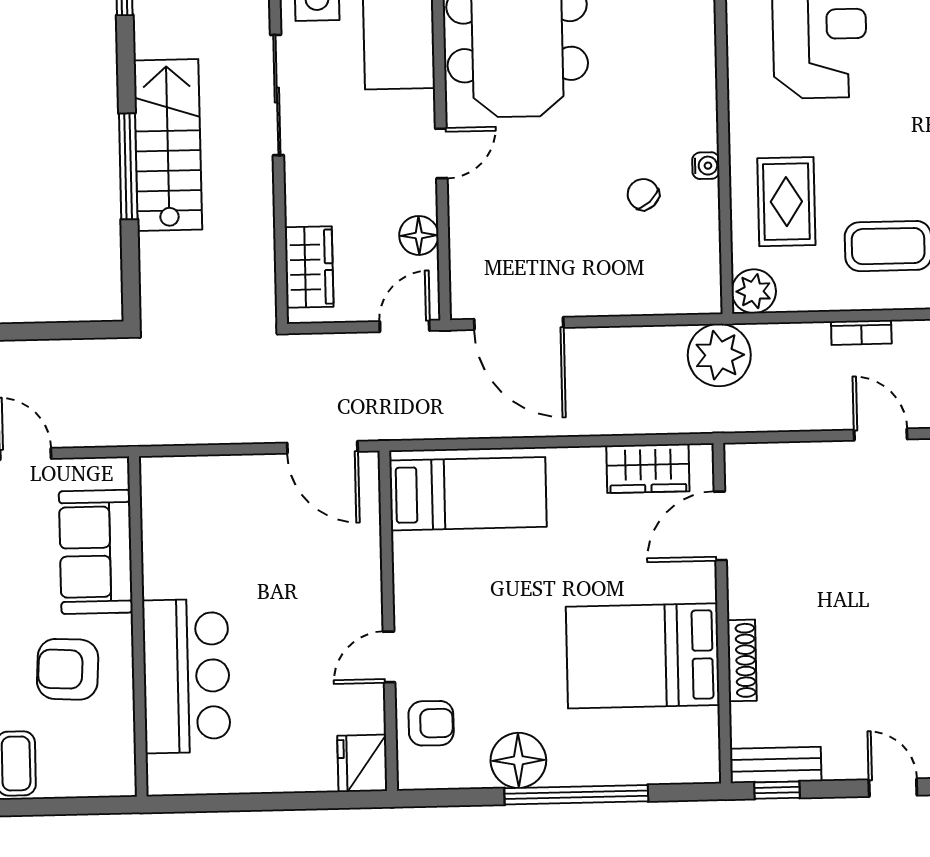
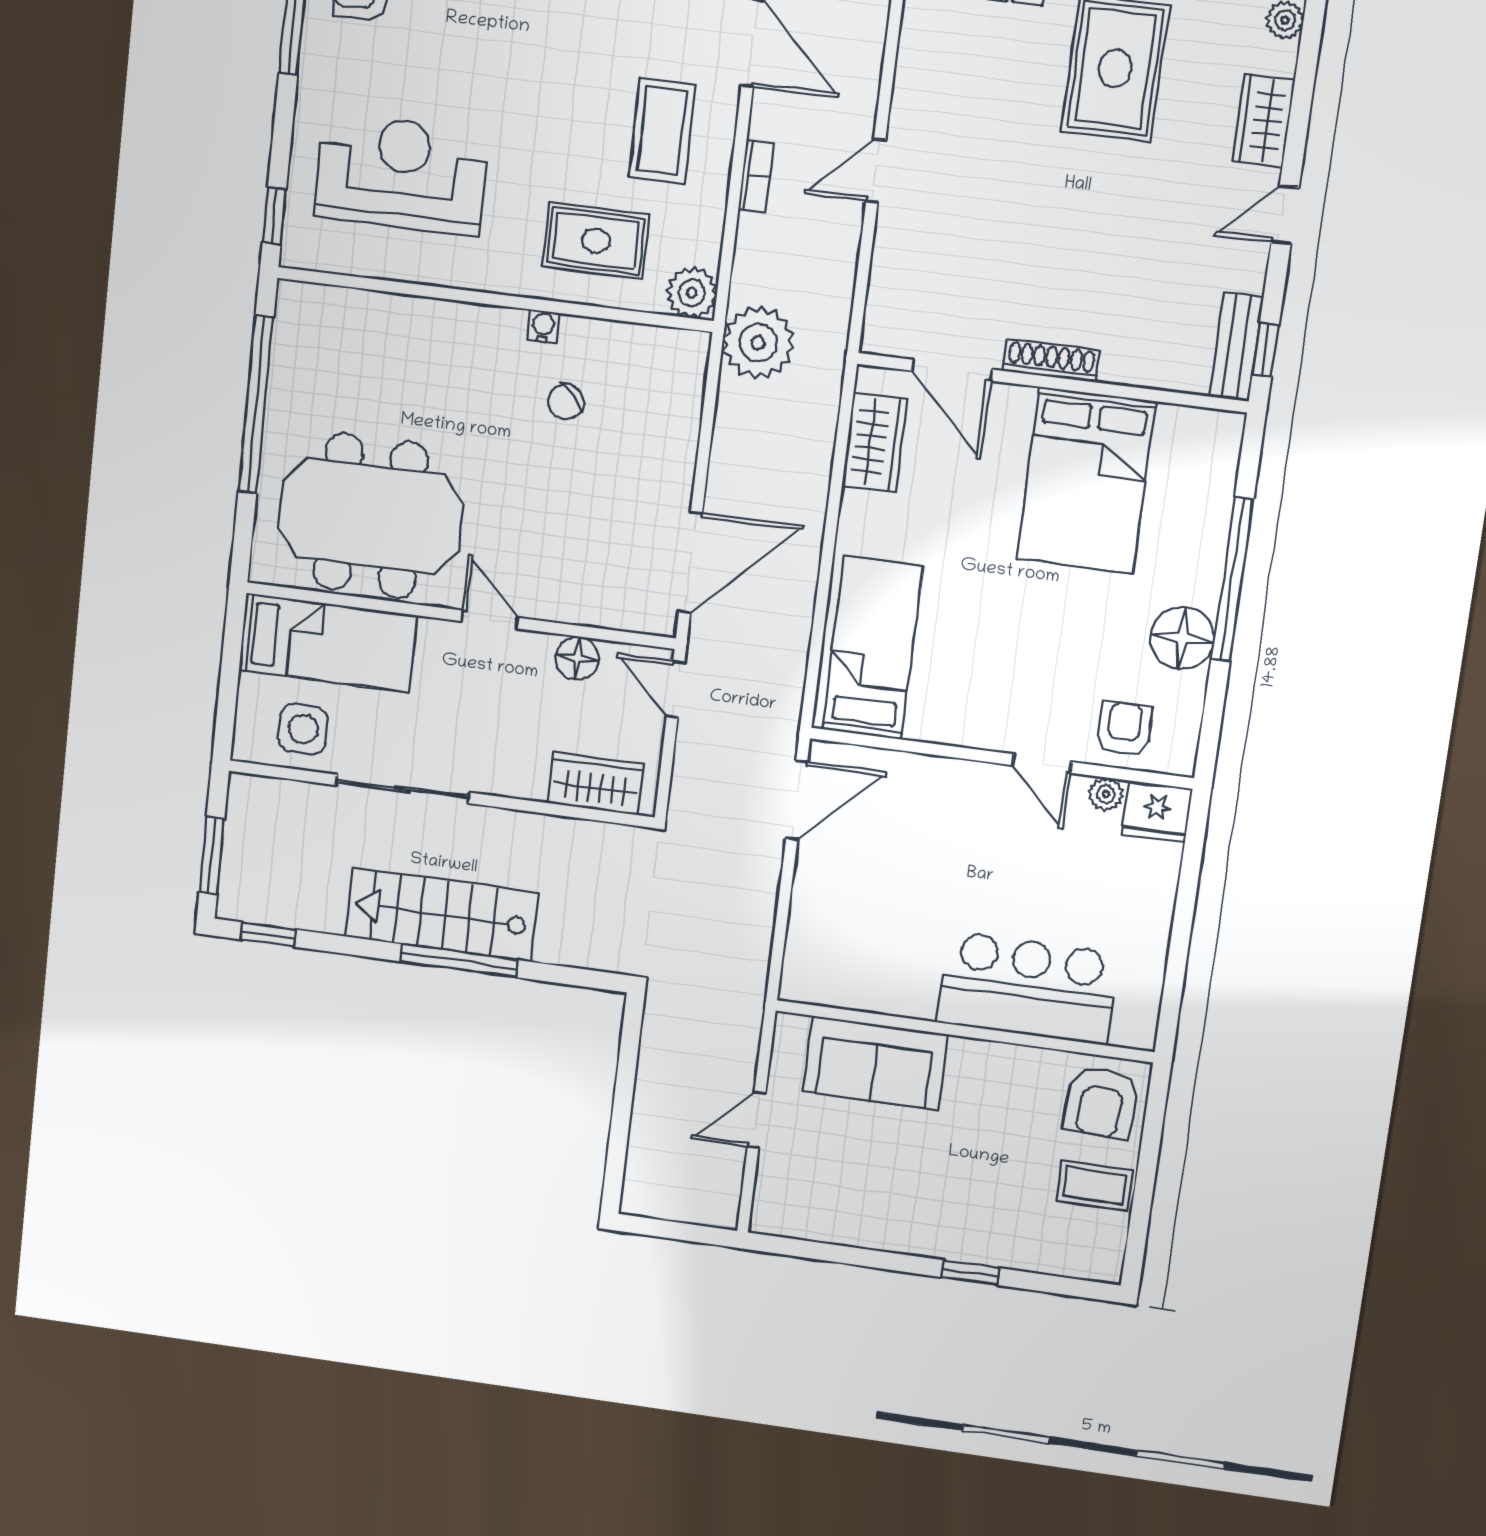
shoe rack: (742, 660) -> (1051, 361), moved
armchair: (68, 669) -> (1101, 1103), moved
plant: (371, 717) -> (1106, 794), added

